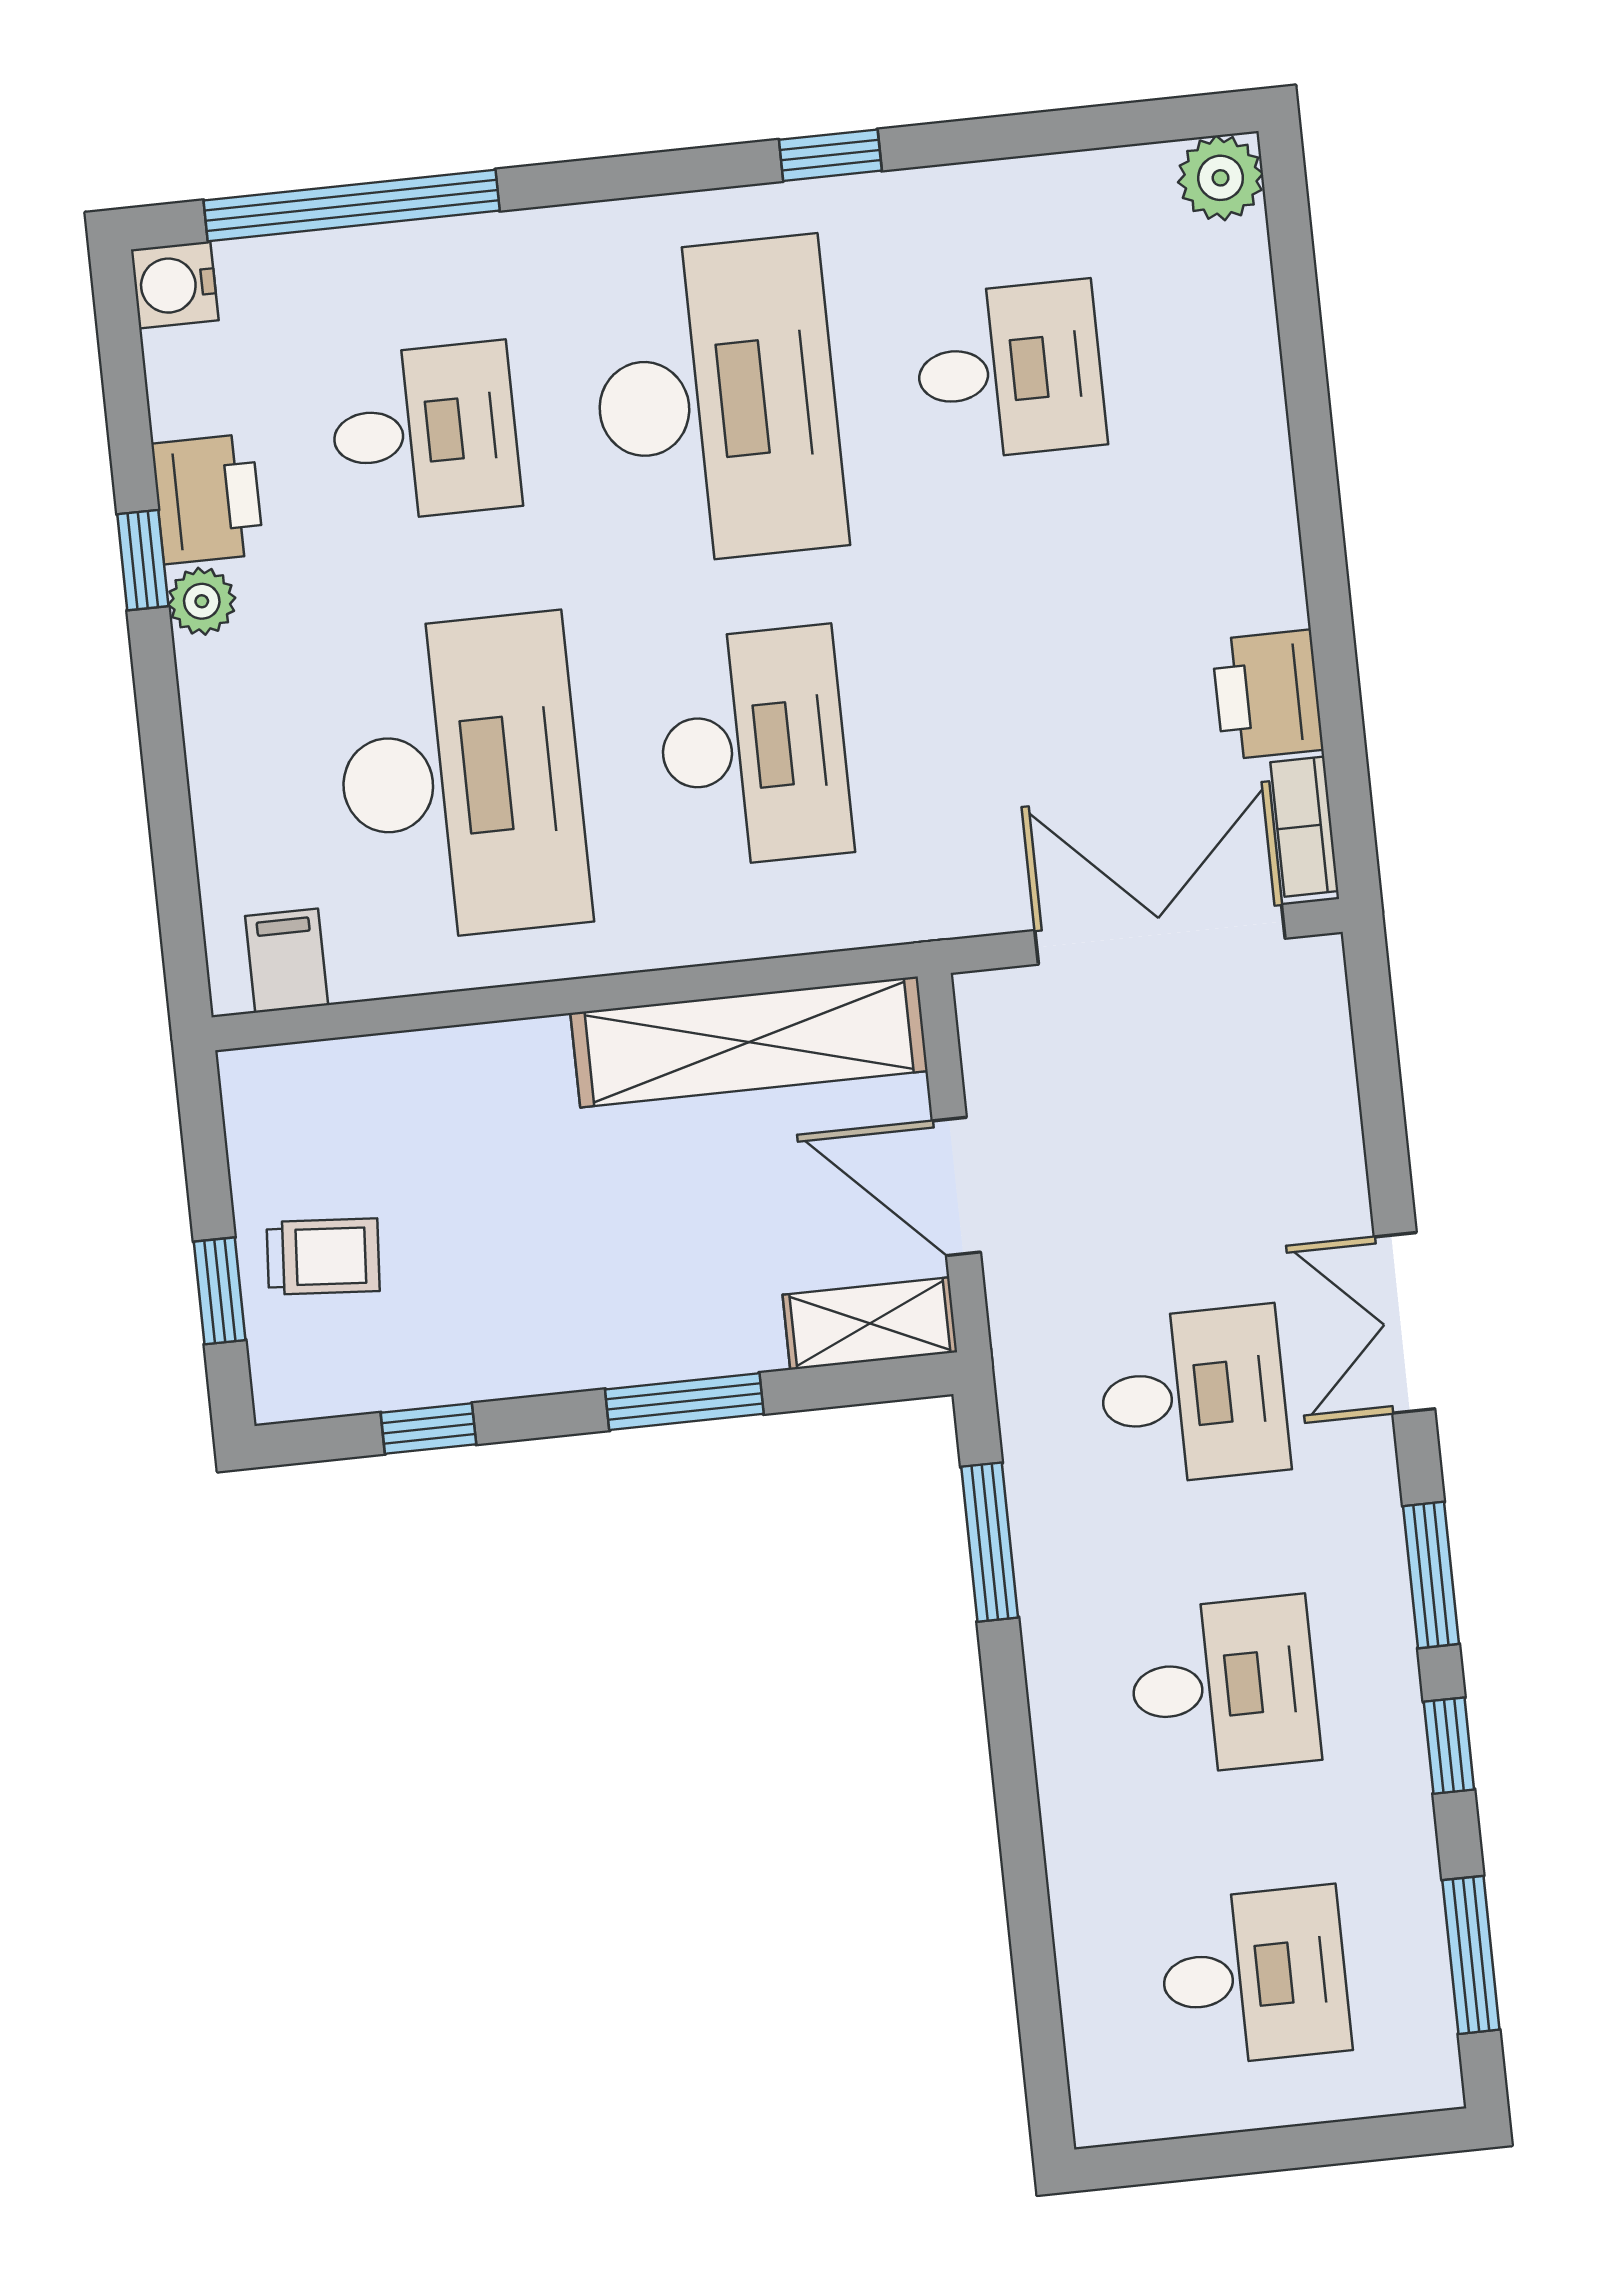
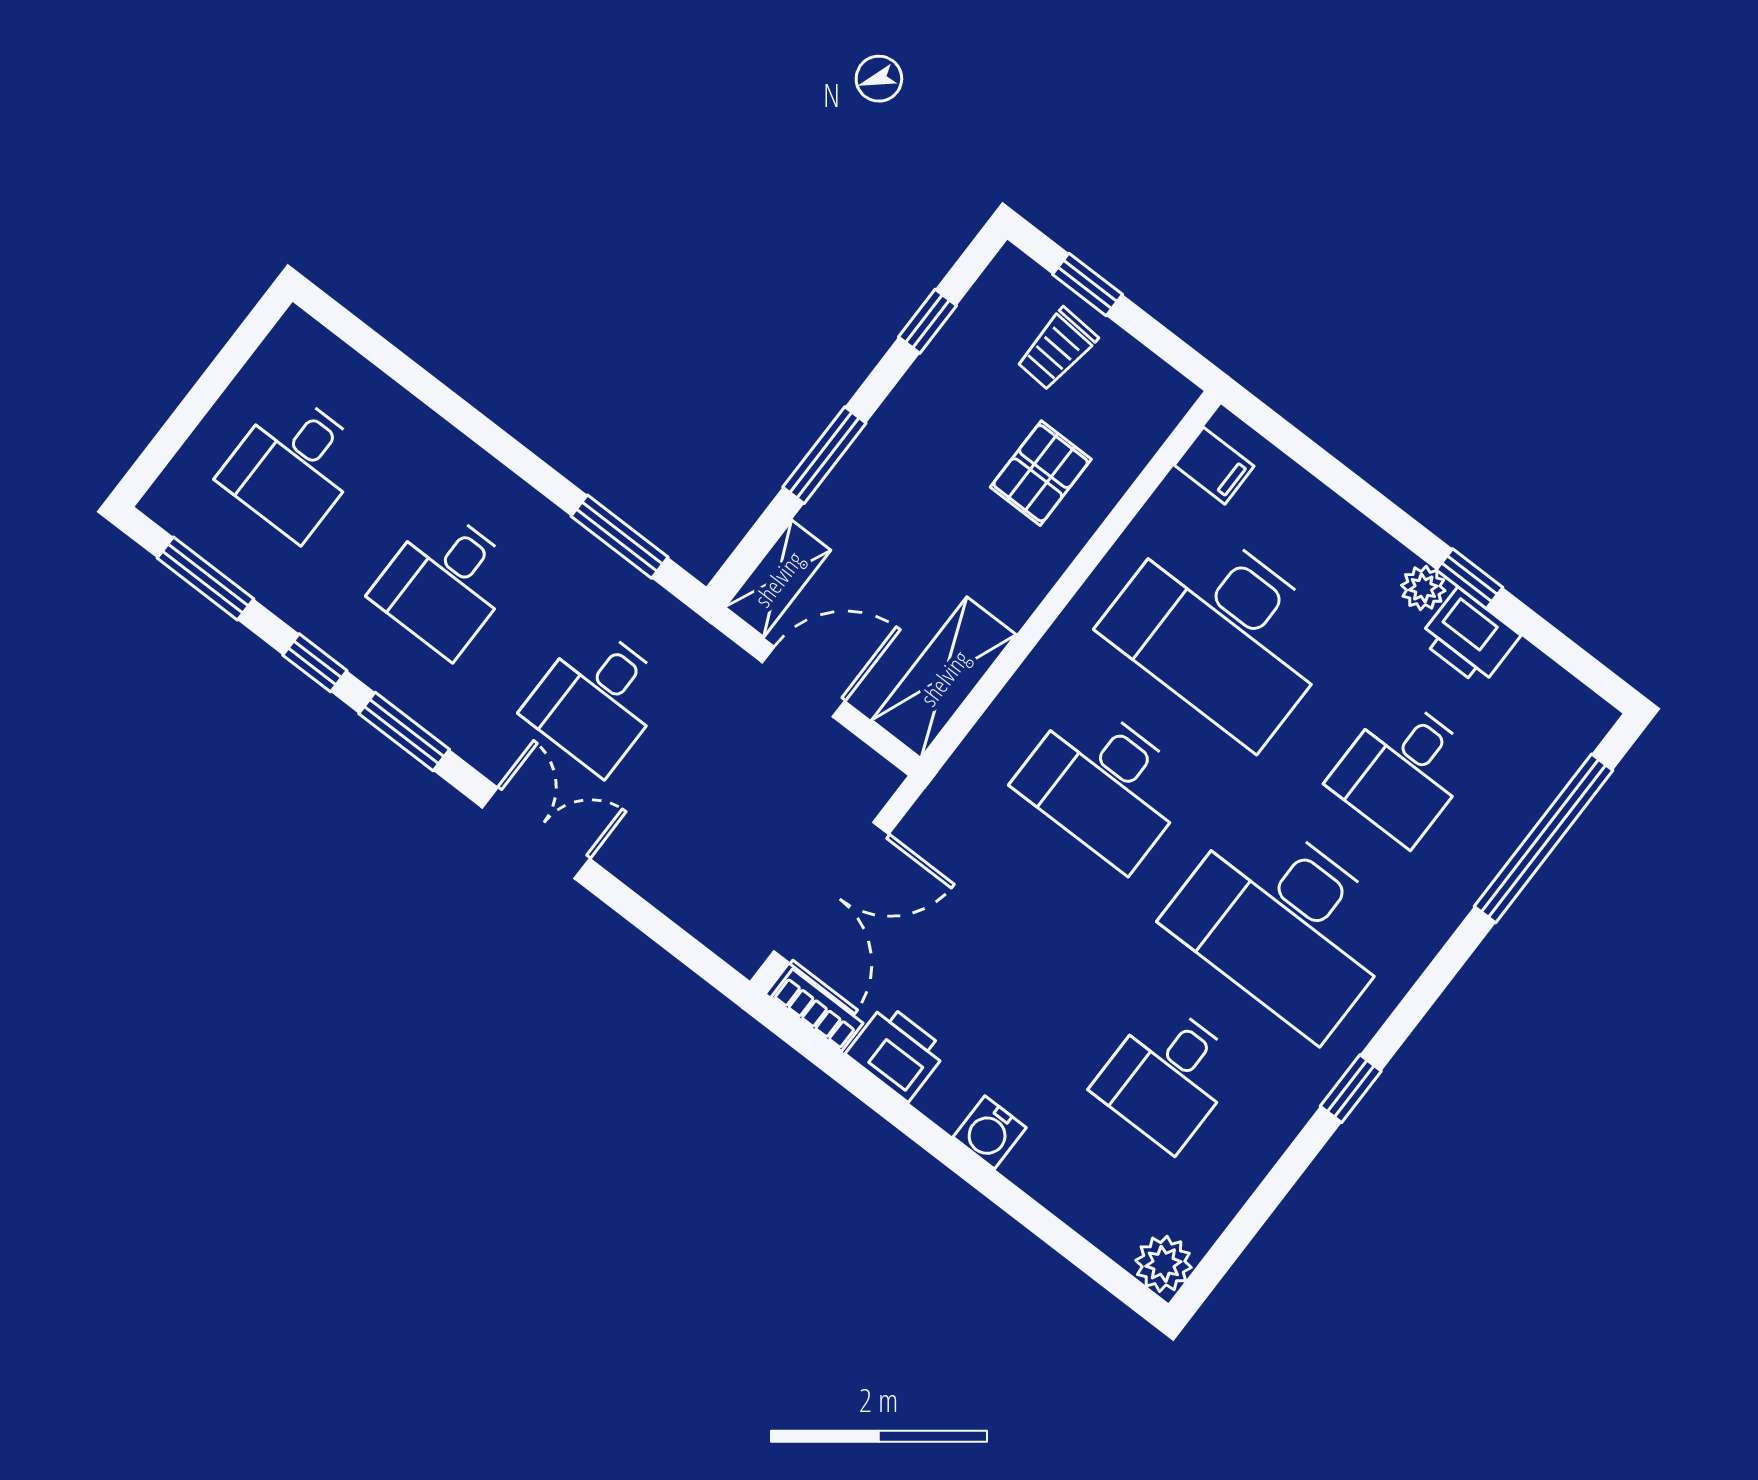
water cooler: (175, 285) -> (990, 1132), moved, turned 180
shelving: (749, 1042) -> (944, 678), width x0.68
pallet: (477, 1144) -> (1041, 473), added

